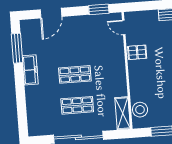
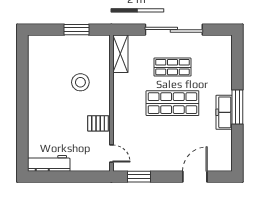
window: (17, 48) -> (237, 107), moved
shop shelf: (75, 74) -> (172, 103), width x1.43, depth x1.36
stool: (140, 110) -> (80, 82), moved

